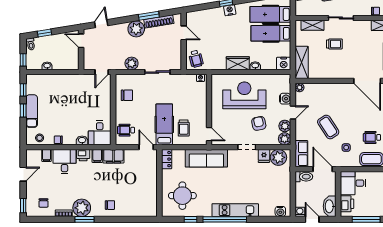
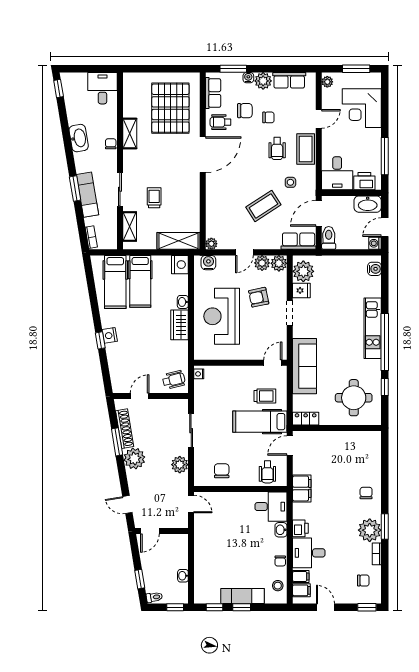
water cooler: (285, 99) -> (208, 263), moved
door: (293, 113) -> (244, 252), swing flipped
filing cabinet: (97, 156) -> (301, 590), moved

